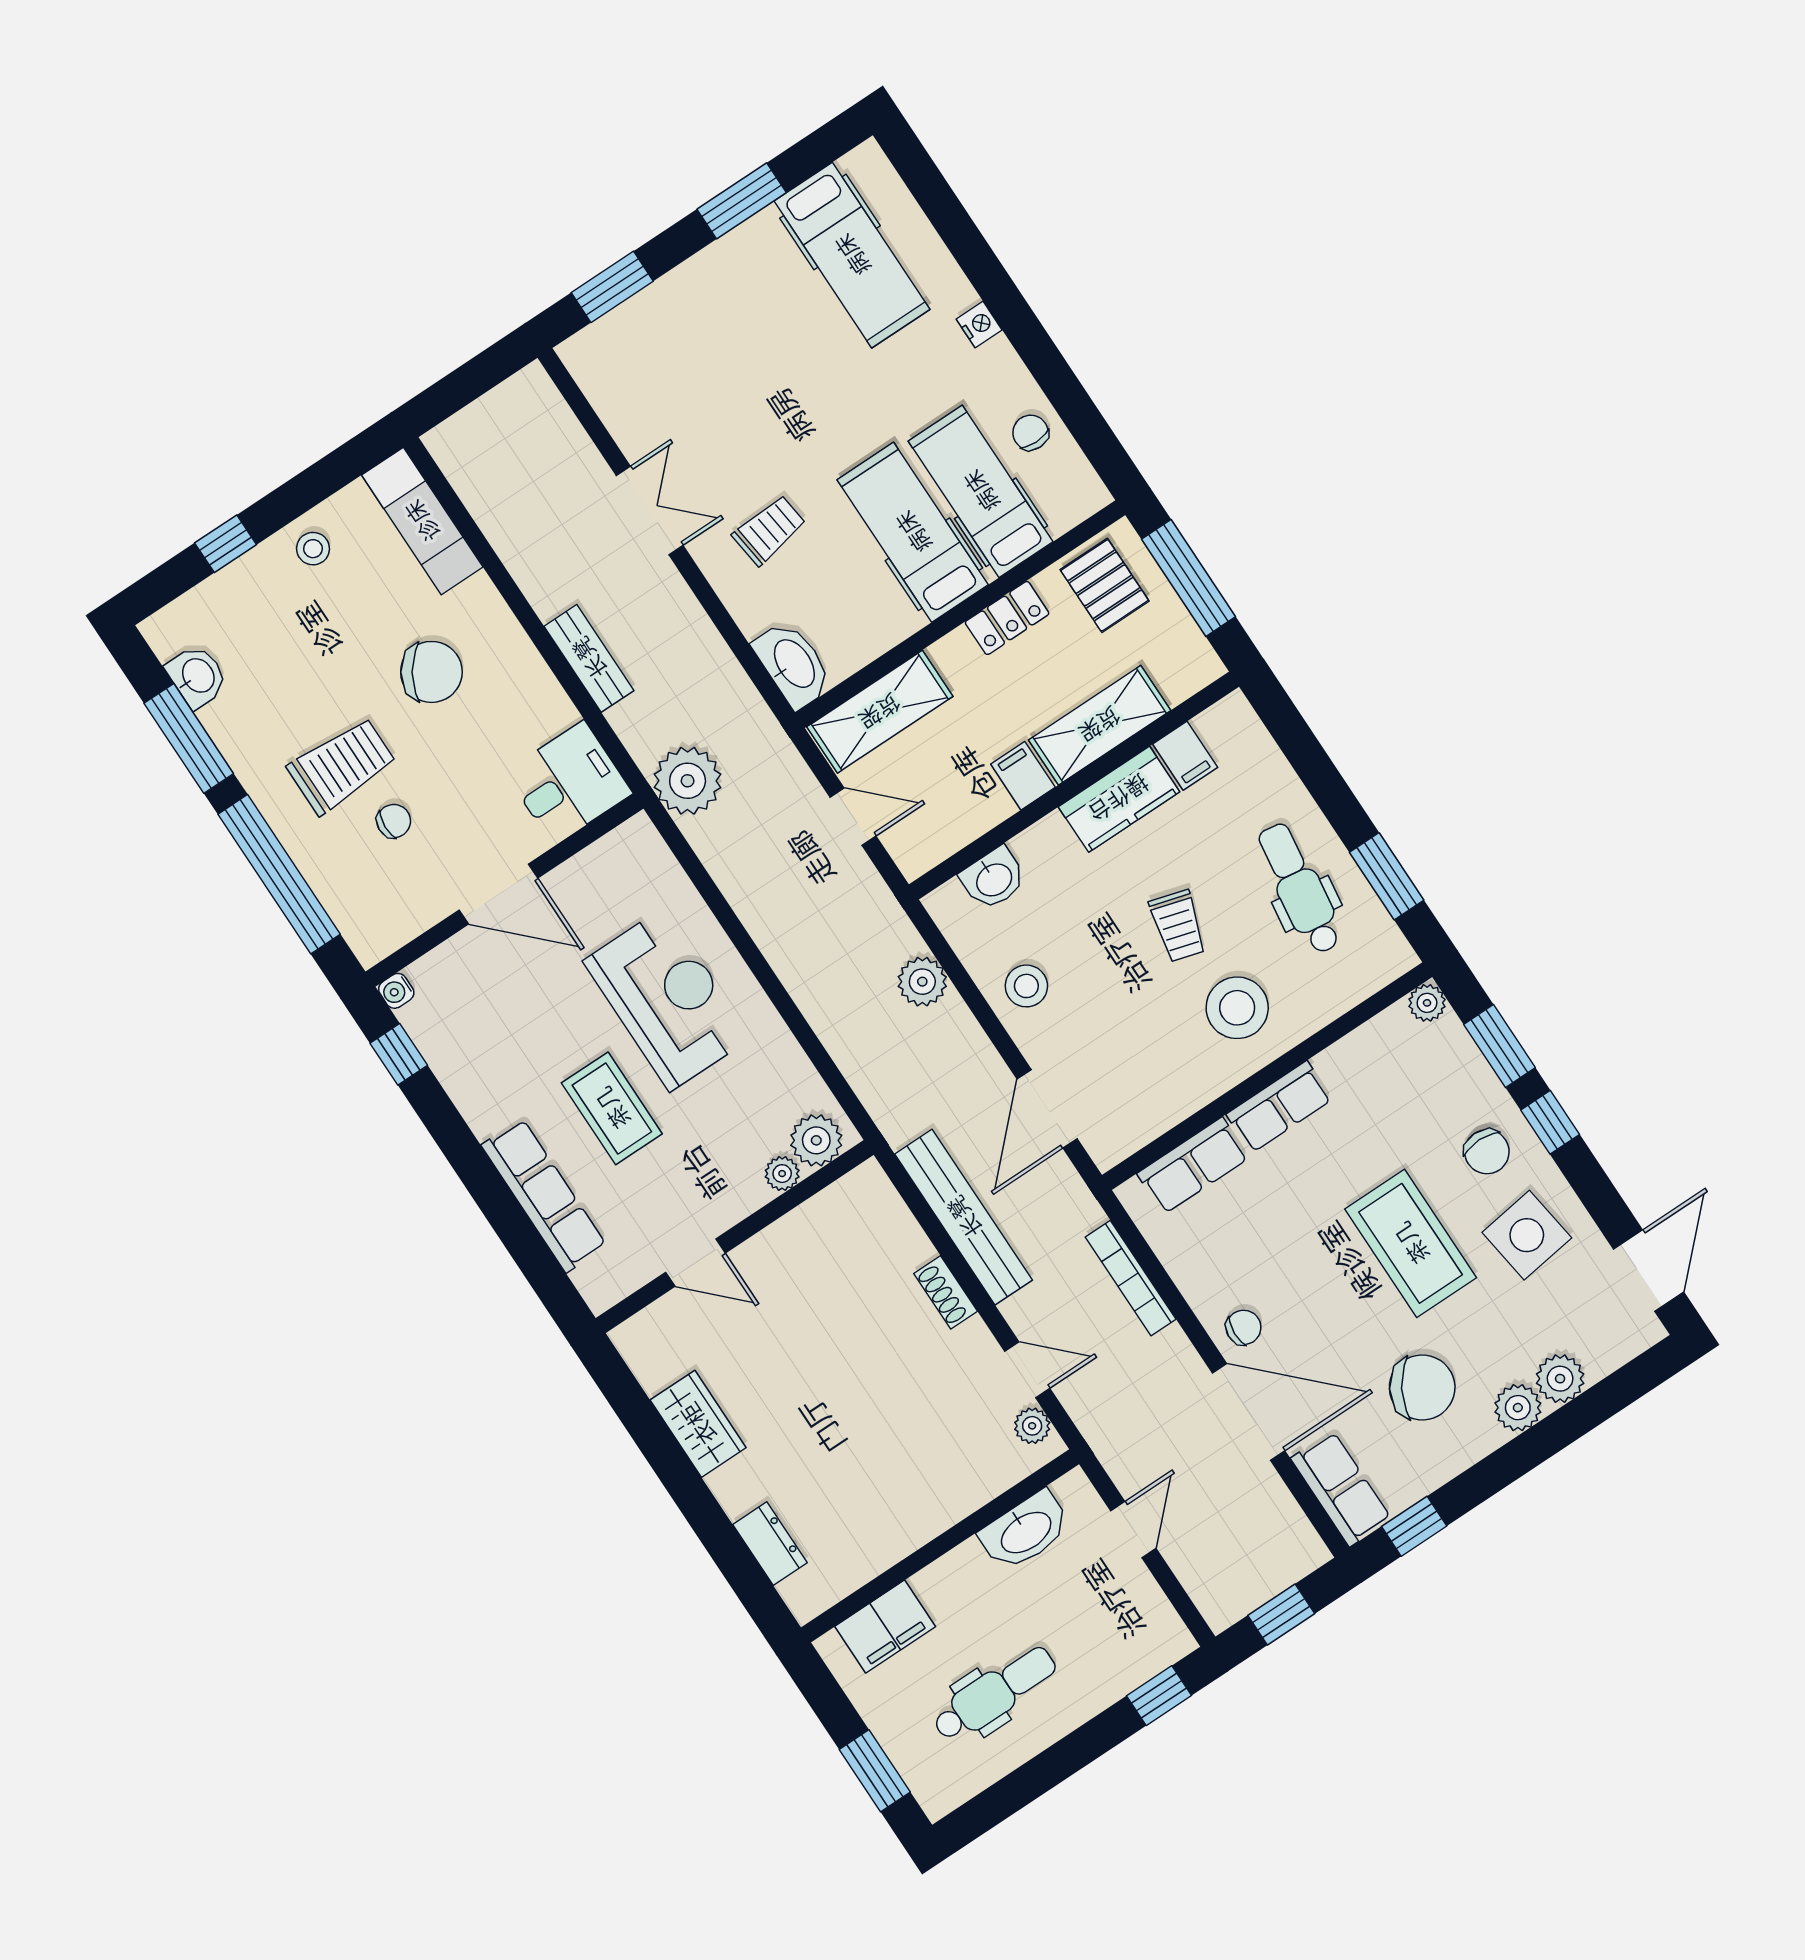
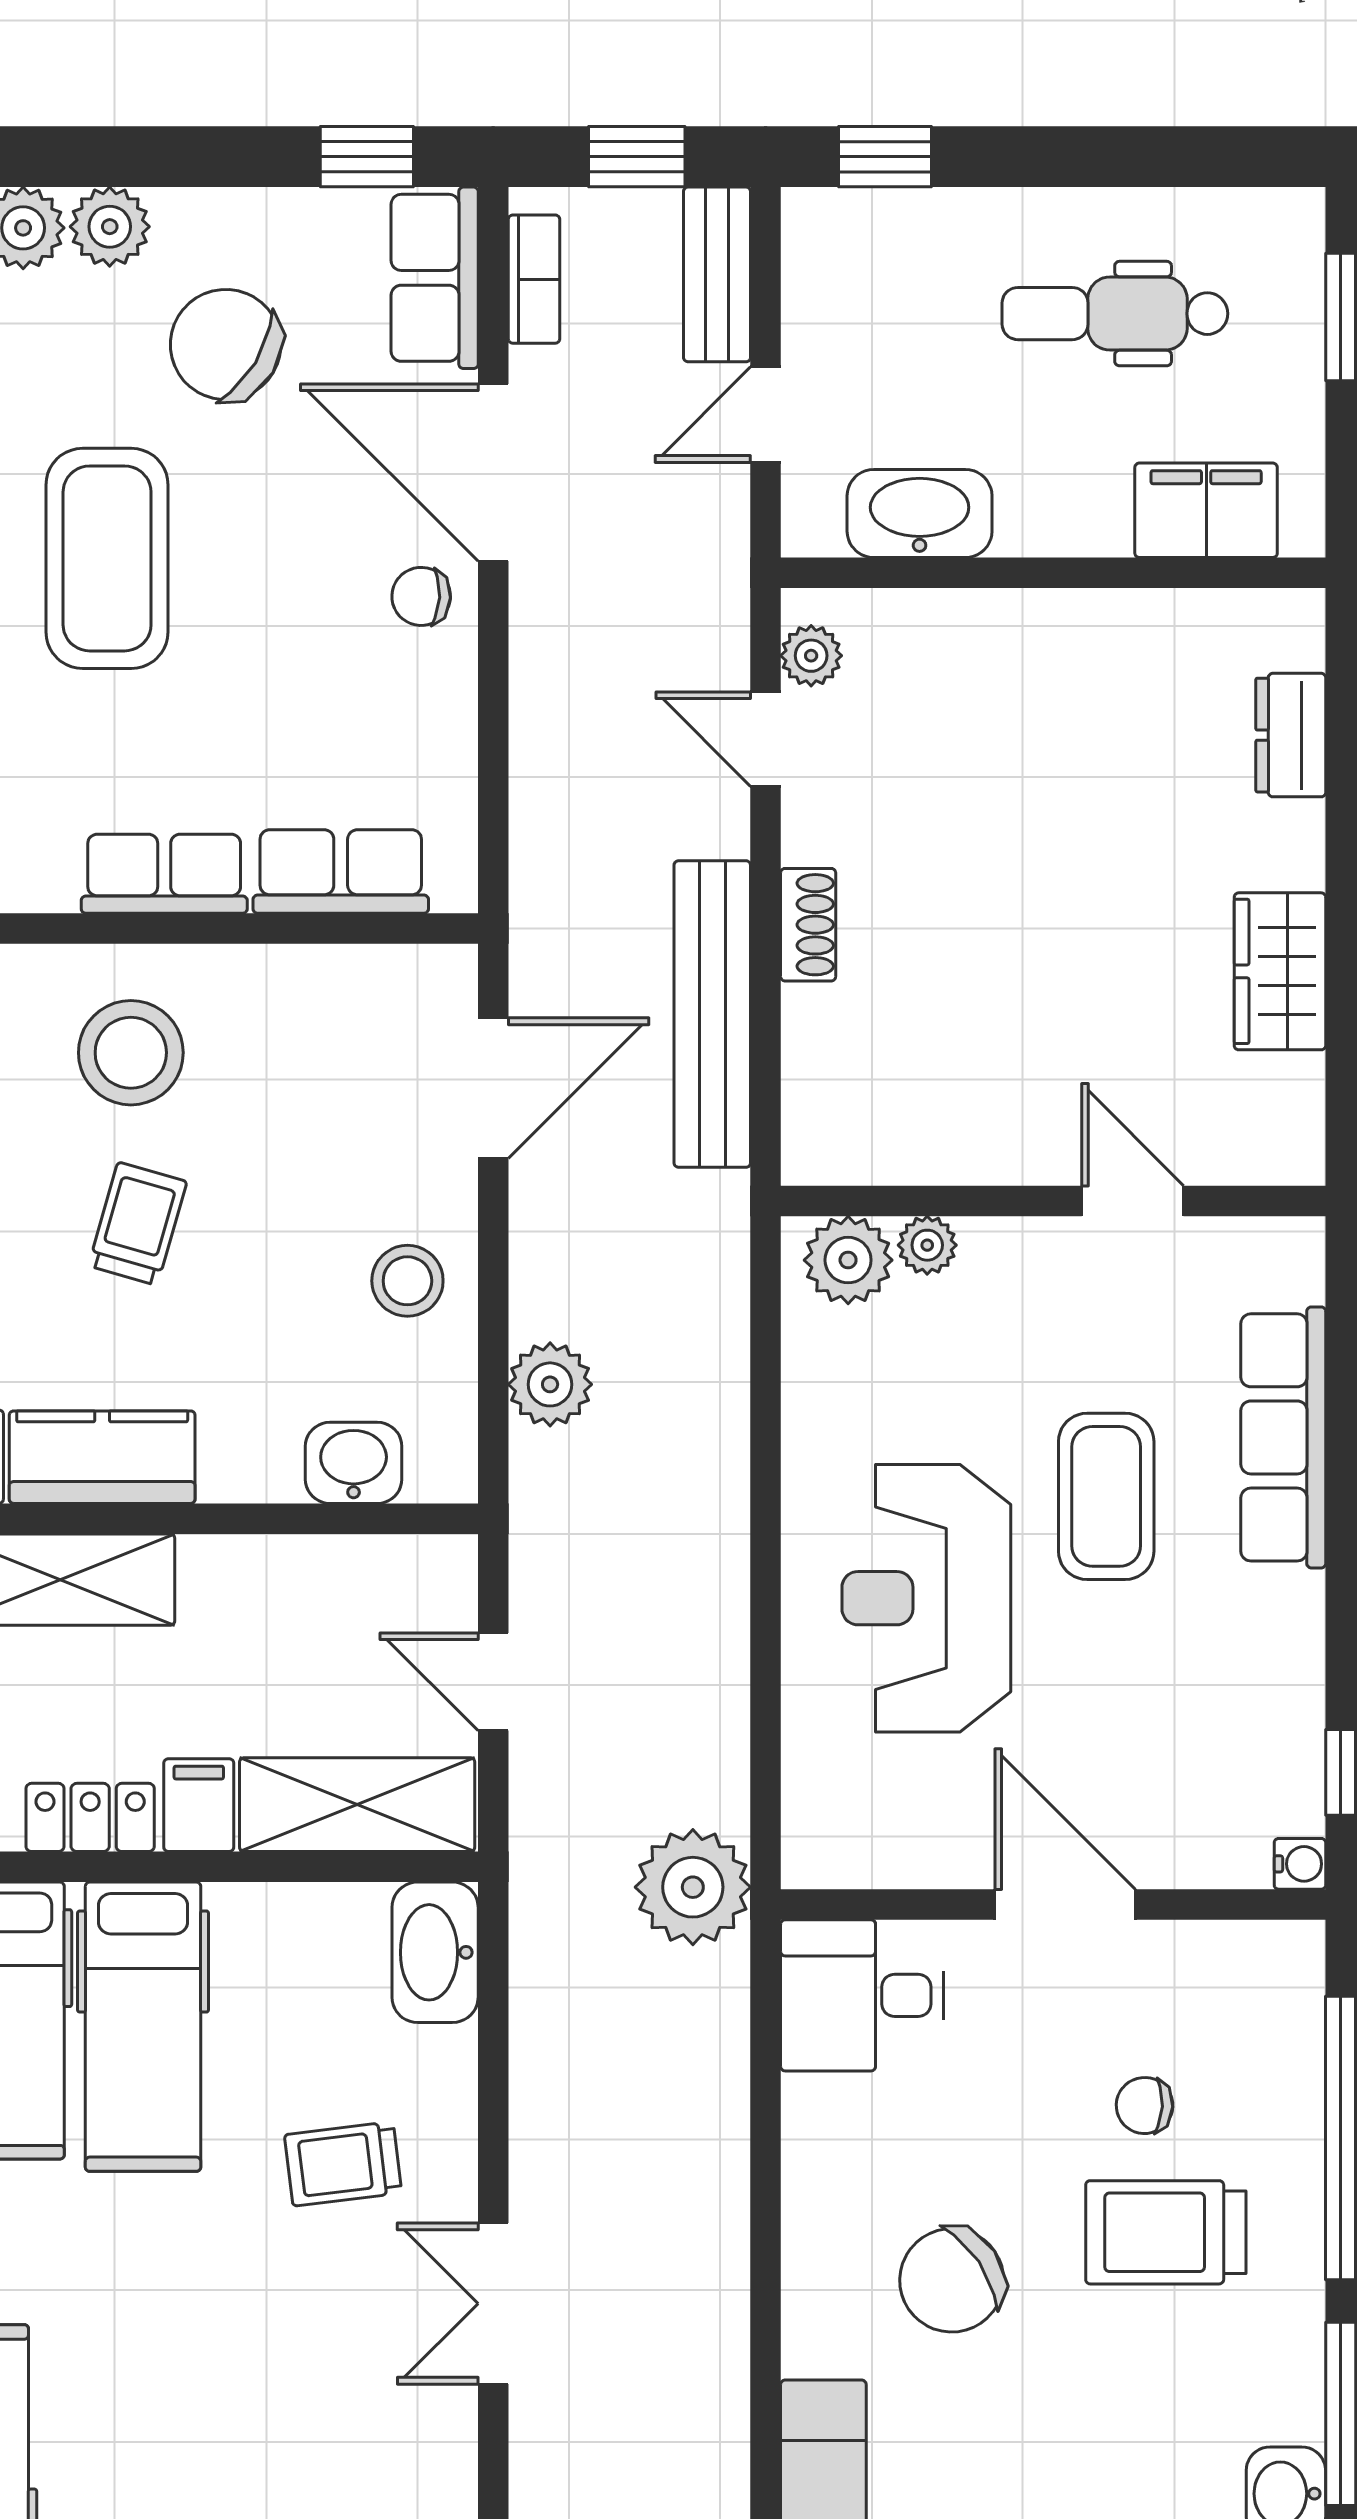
bench: (589, 658) -> (717, 274), moved
chair: (431, 672) -> (952, 2280), turned -67
filing cabinet: (1023, 776) -> (199, 1805), moved, turned 180
bookcase: (1131, 1278) -> (534, 279), moved, width x0.64

